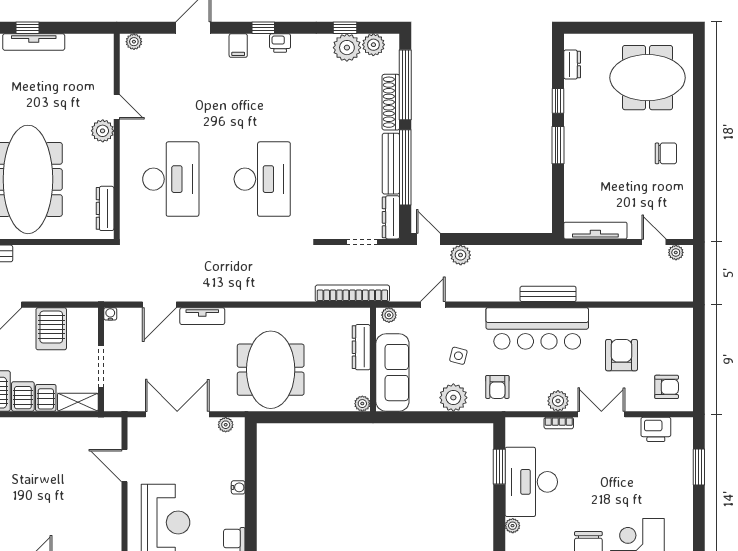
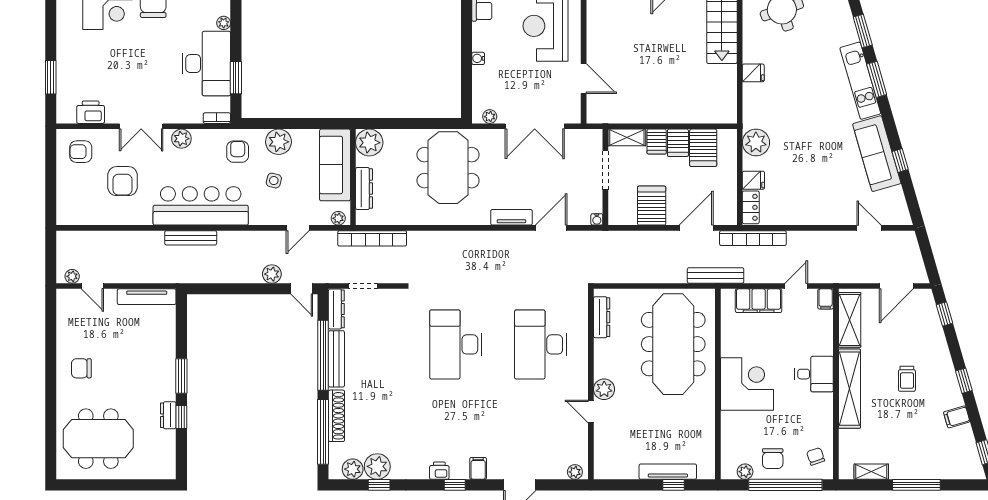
dresser: (572, 64) -> (168, 415), moved
plant: (362, 404) -> (369, 143), width x1.88, depth x1.88
bookcase: (559, 423) -> (217, 118), moved

